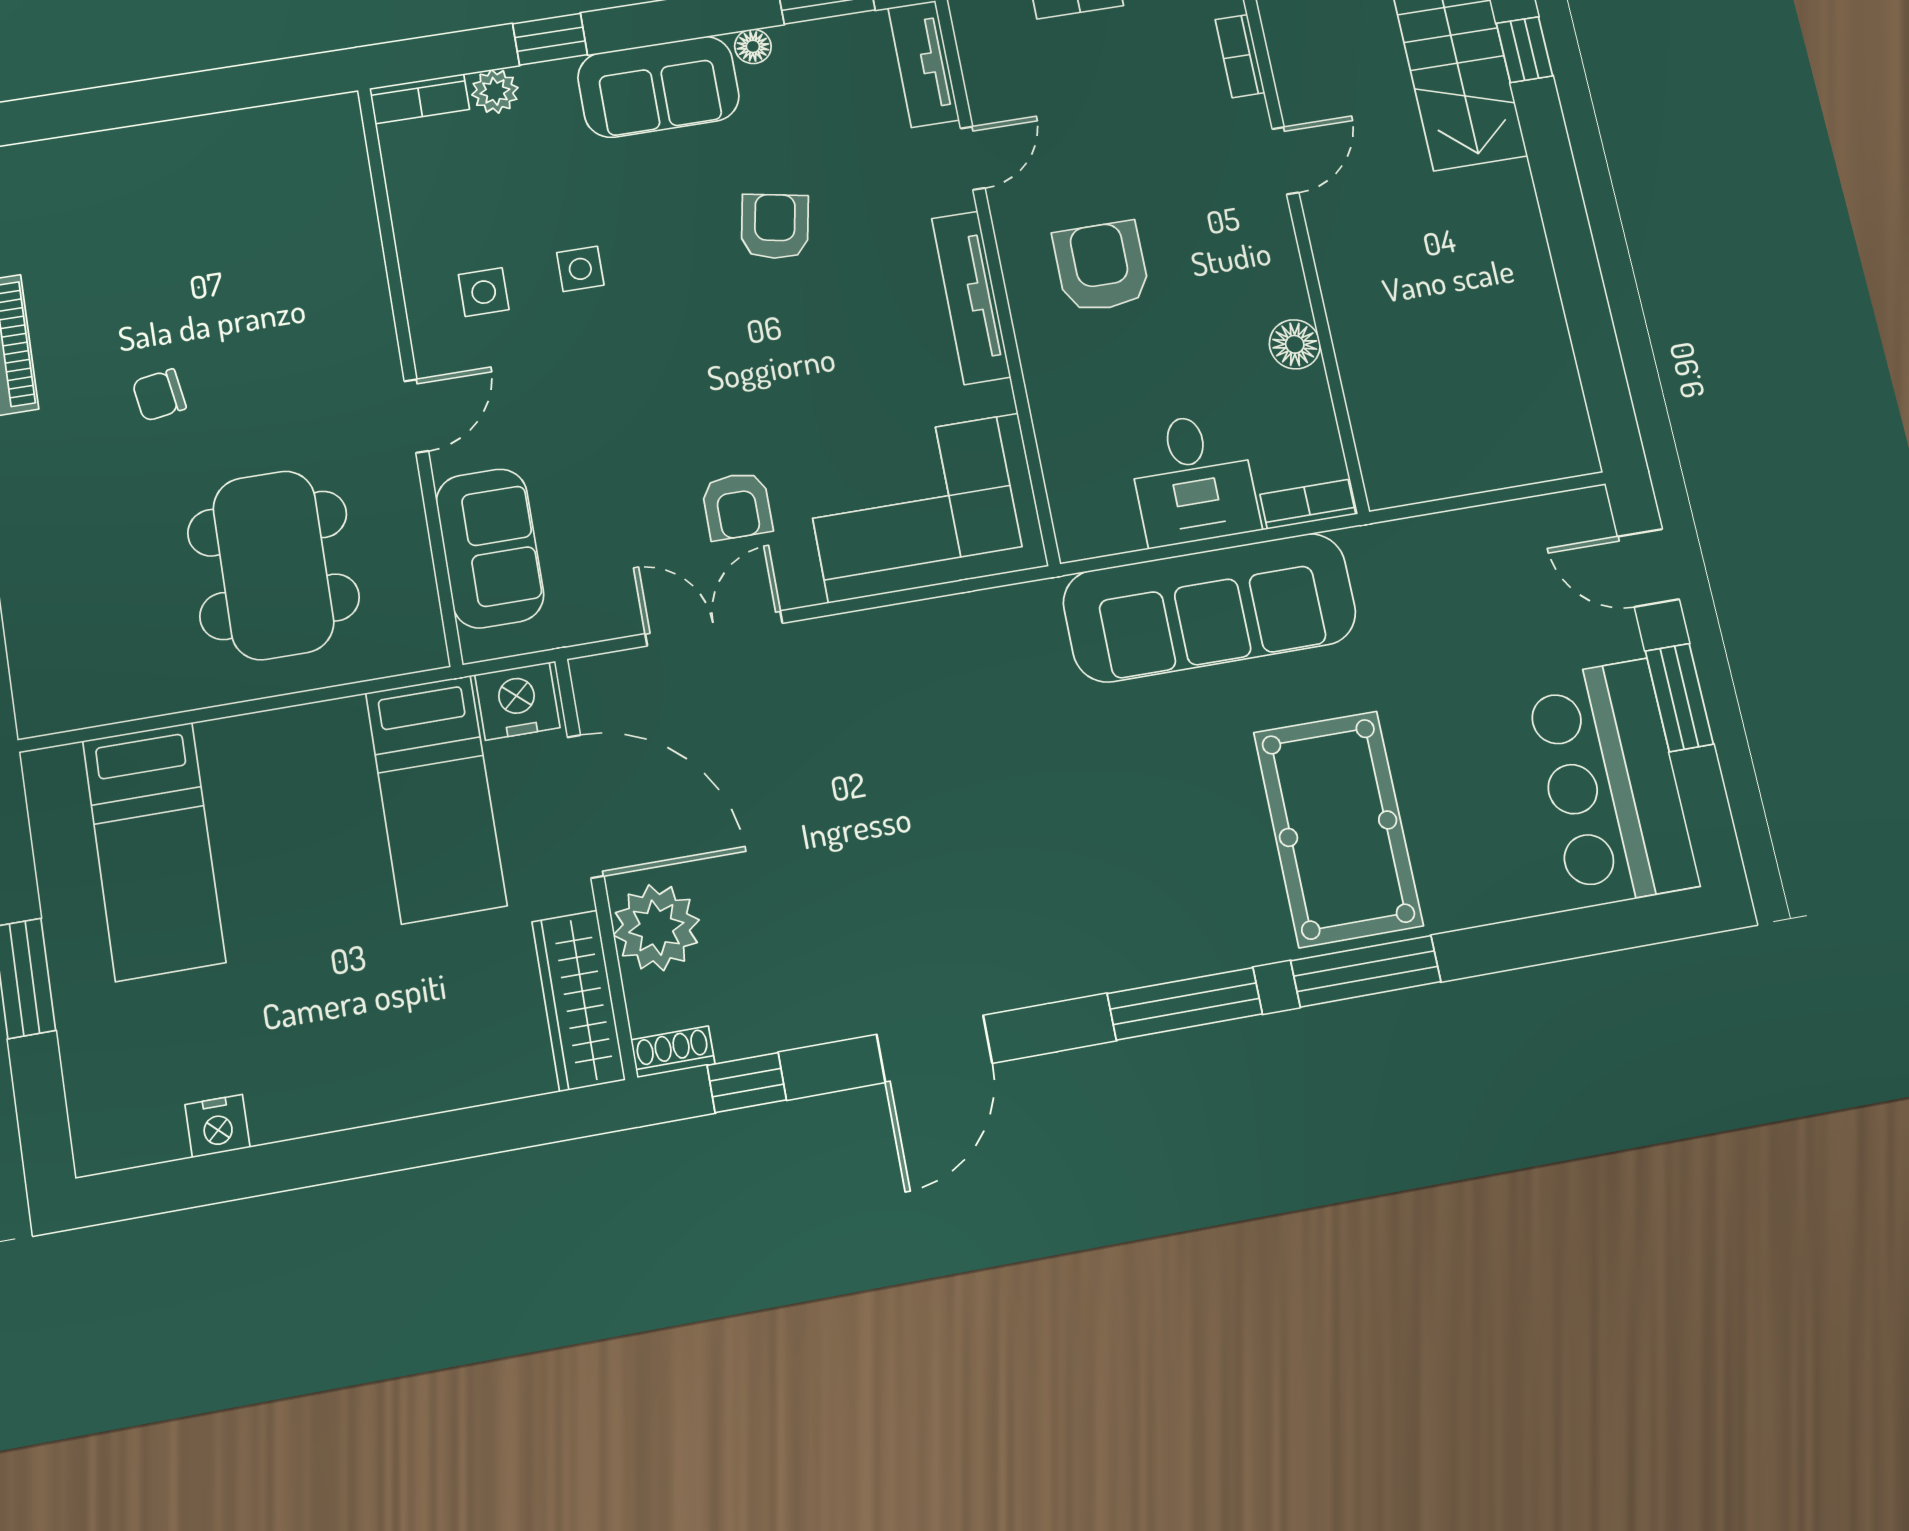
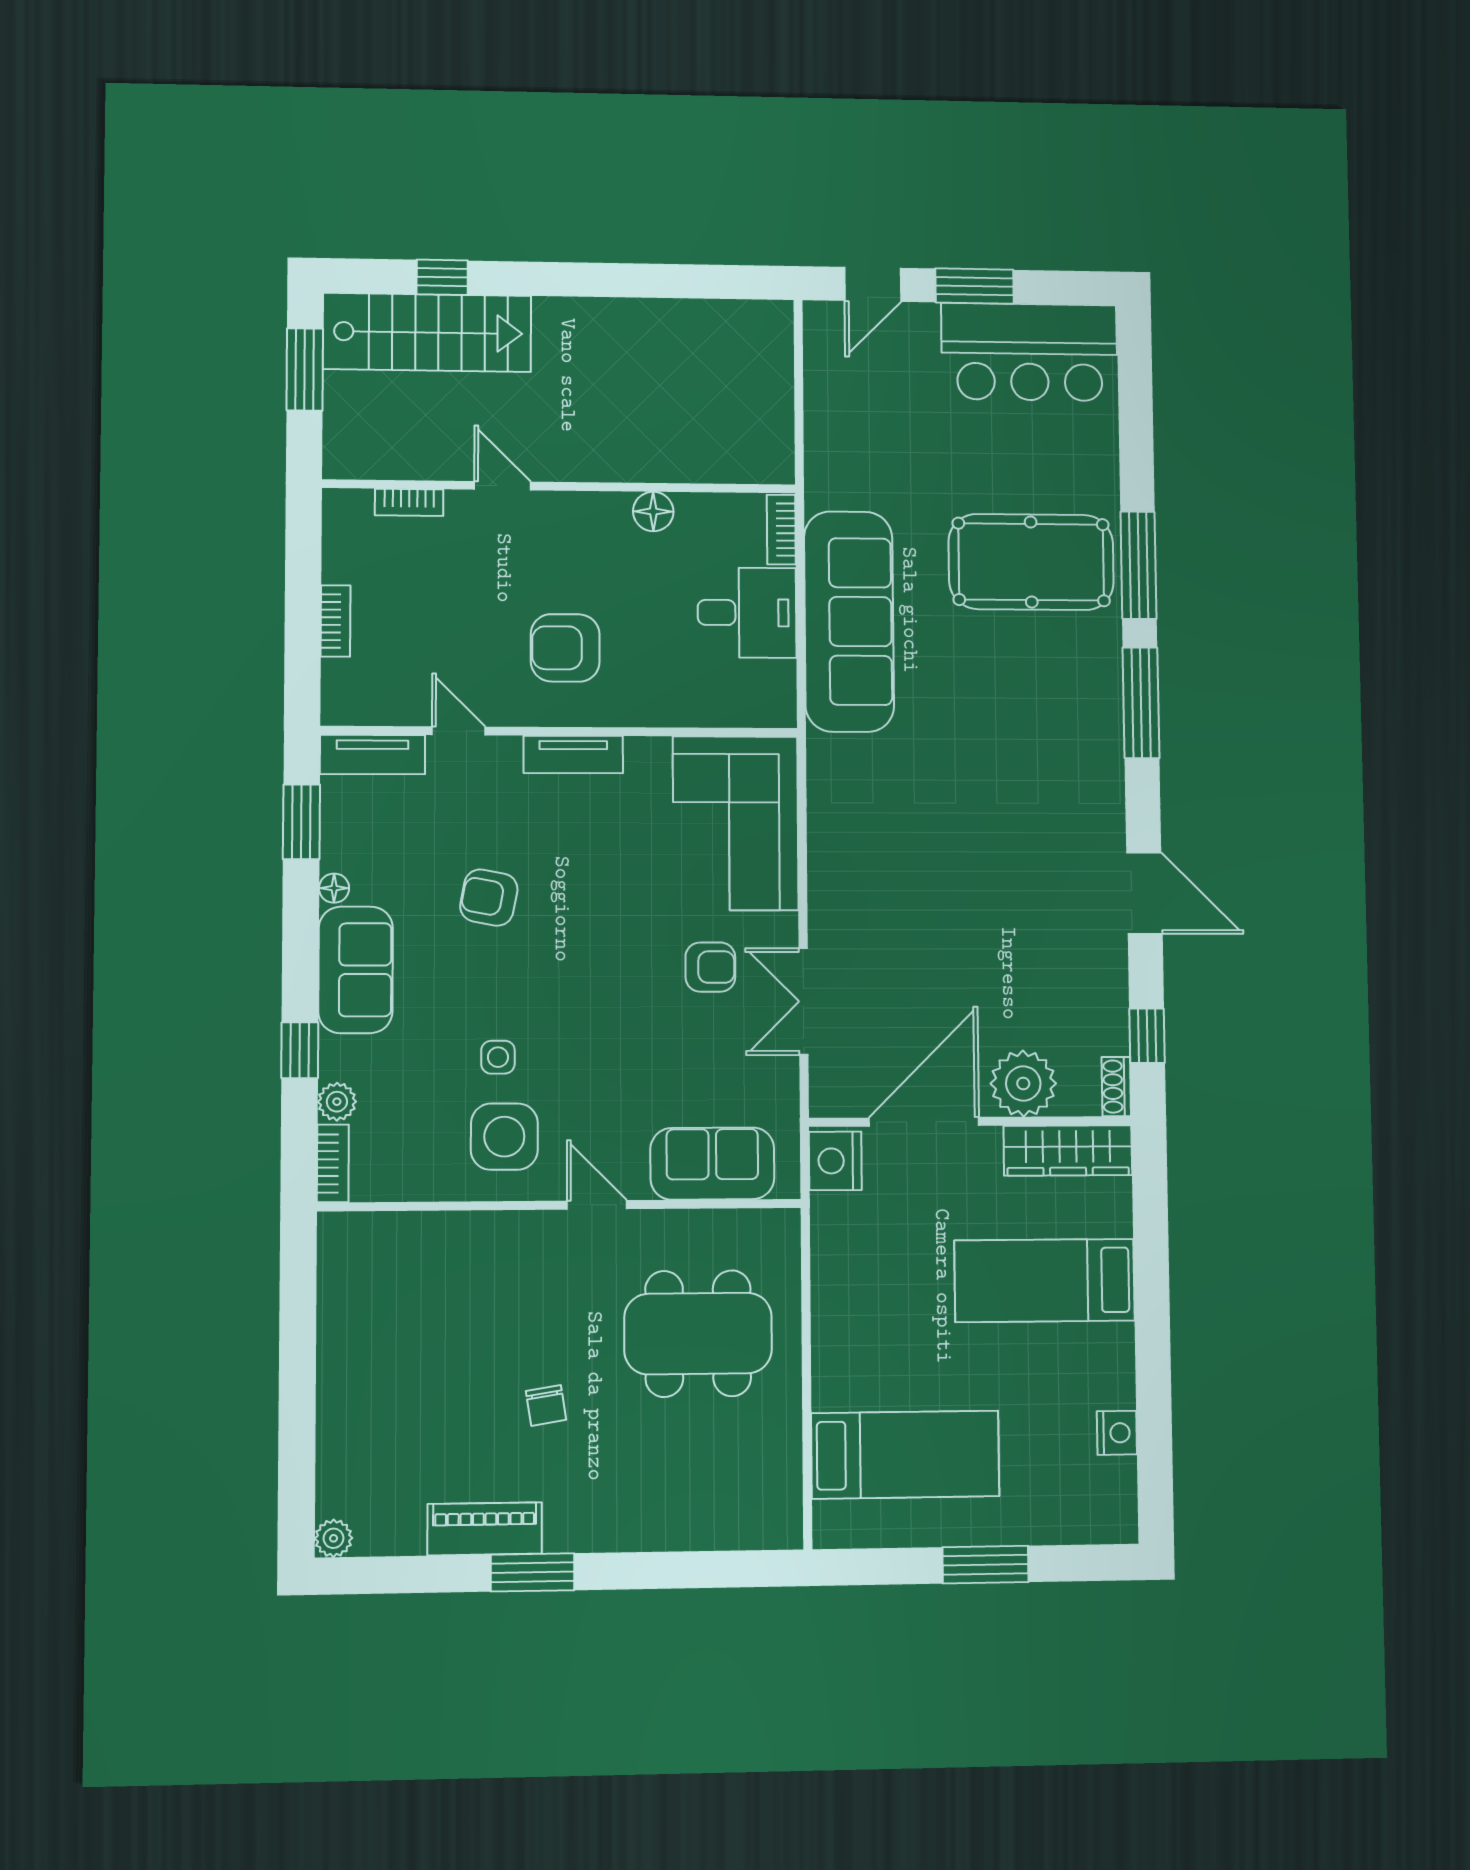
side table: (484, 292) -> (504, 1137), width x1.87, depth x1.87
tv unit: (971, 298) -> (573, 754), width x0.71
bed: (436, 799) -> (1045, 1280), moved, turned 180

